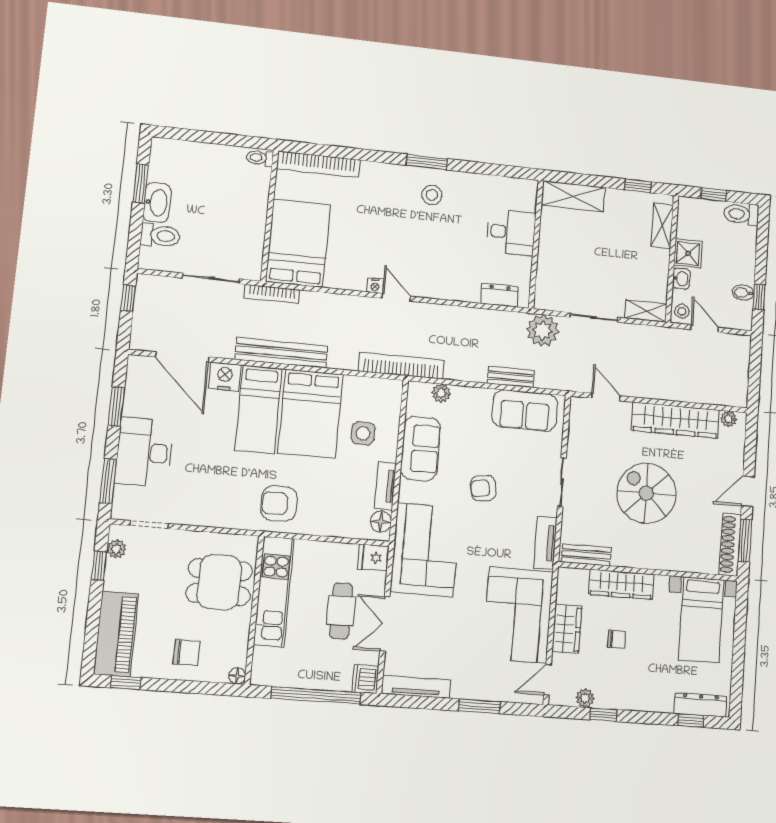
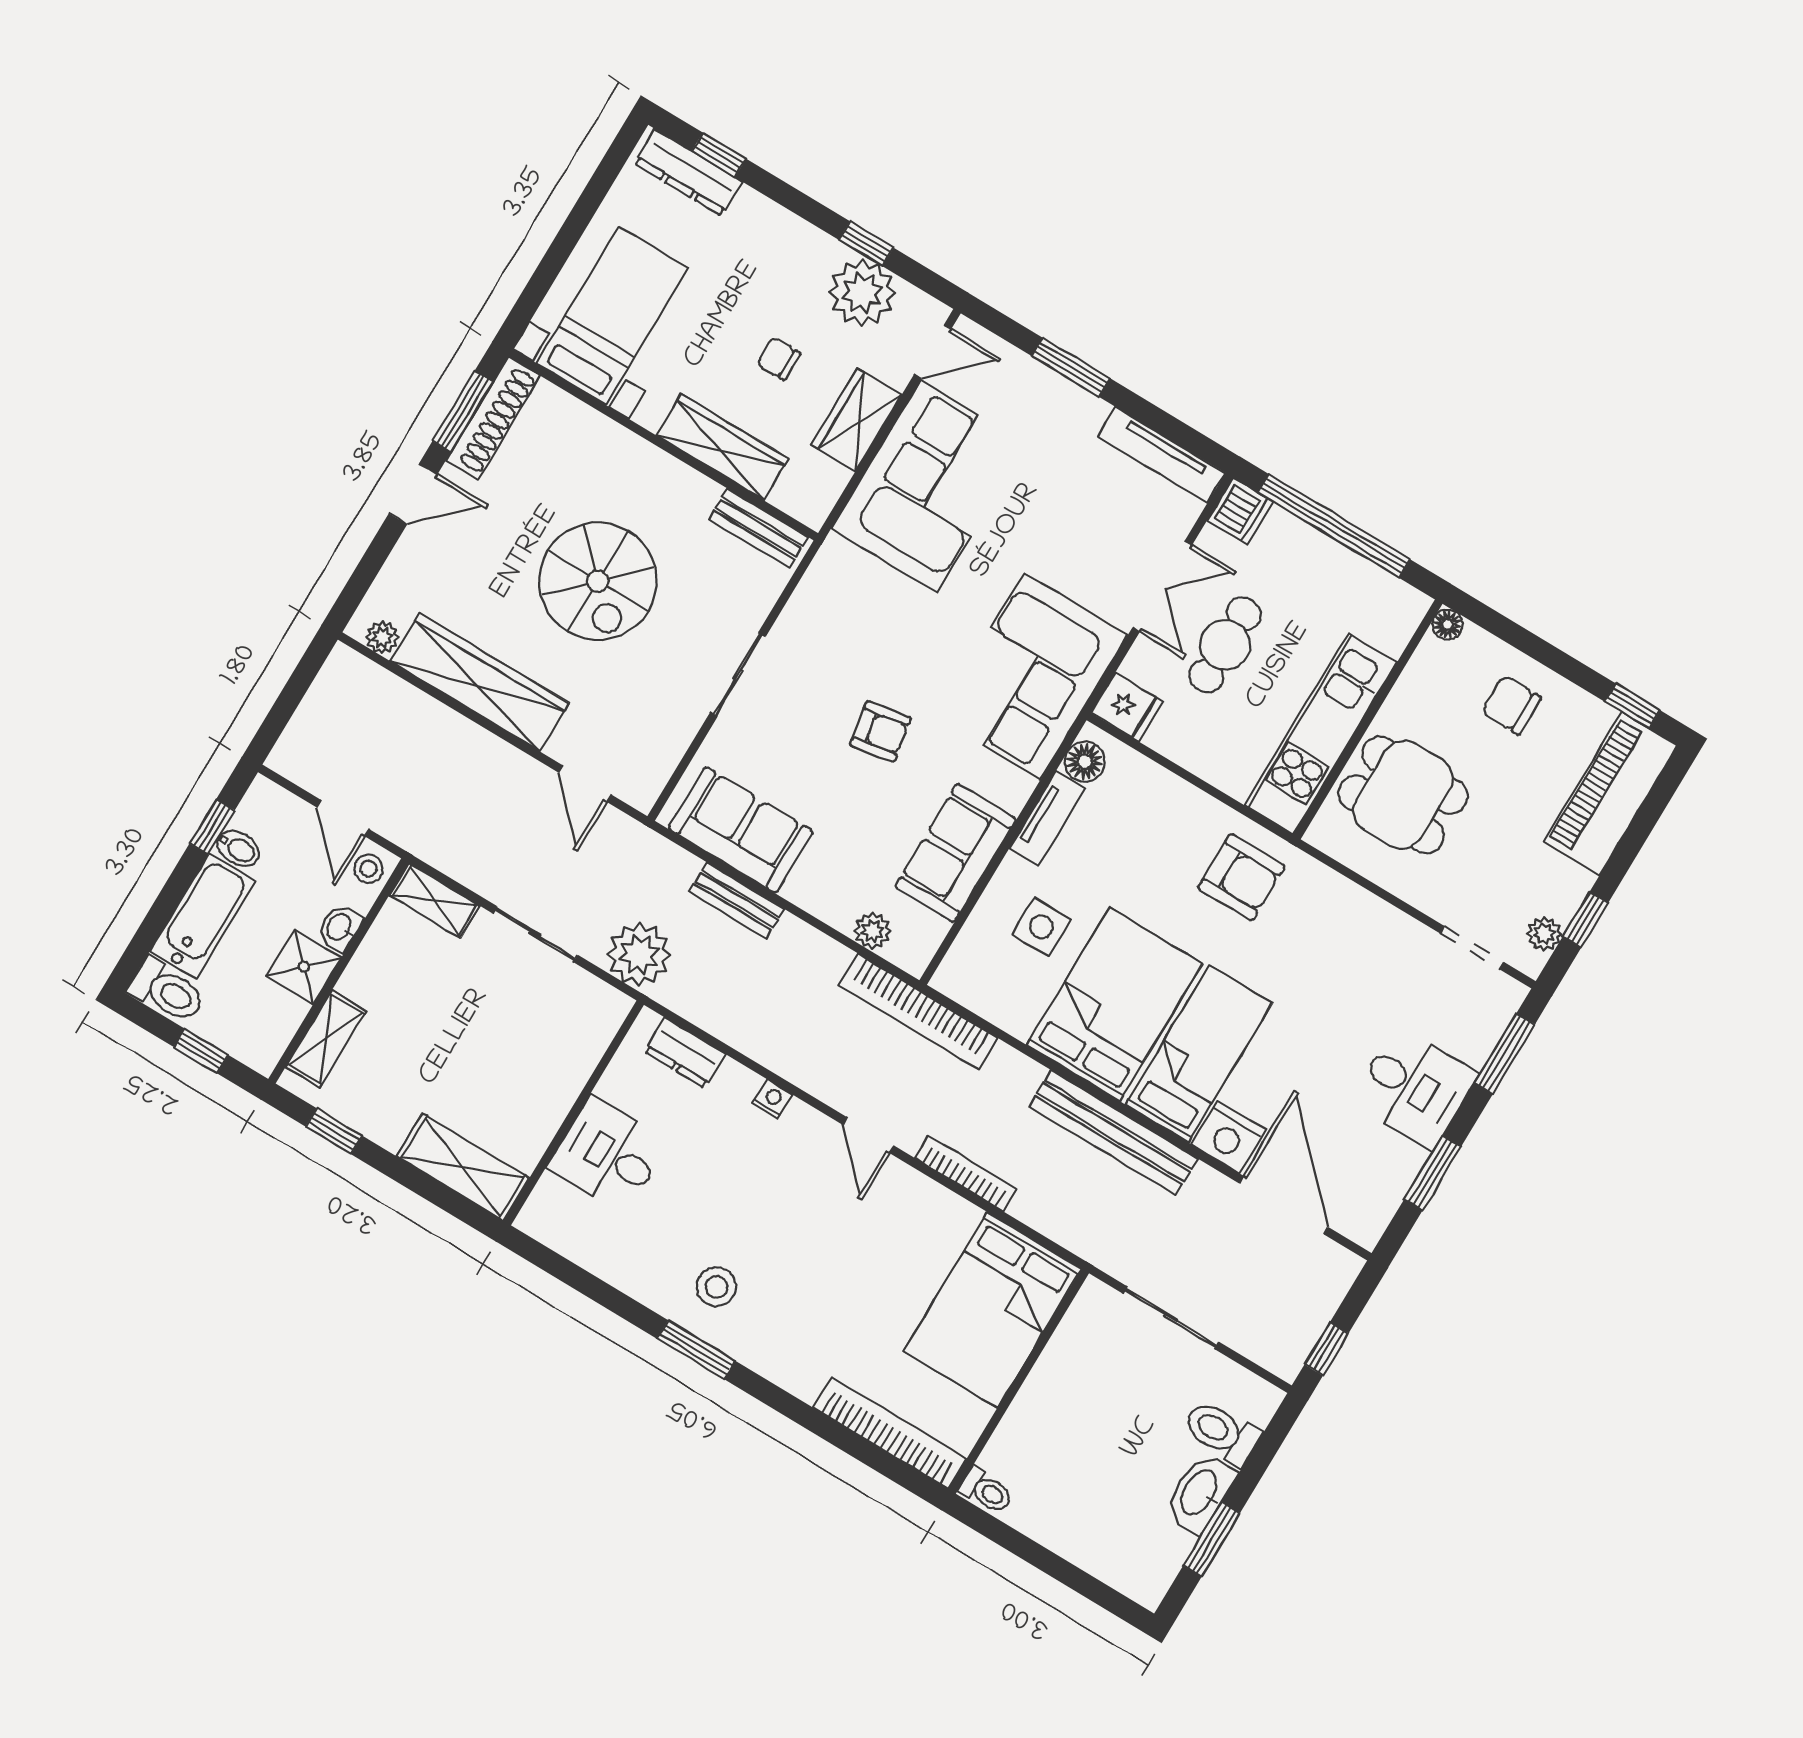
bathtub: (743, 255) -> (203, 916), added
nightstand: (375, 286) -> (772, 1099), moved
bookcase: (272, 294) -> (966, 1173), moved
desk: (144, 452) -> (1414, 1088), width x0.73
tv unit: (545, 543) -> (820, 584), removed
plant: (585, 698) -> (862, 293), width x1.87, depth x1.87

